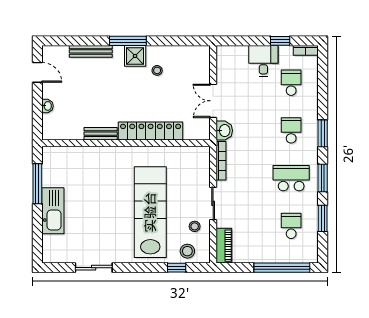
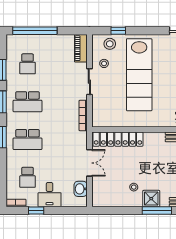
school desk: (291, 130) -> (28, 140), width x1.85
locker: (151, 131) -> (118, 139), moved
washbasin: (224, 131) -> (81, 189), moved

